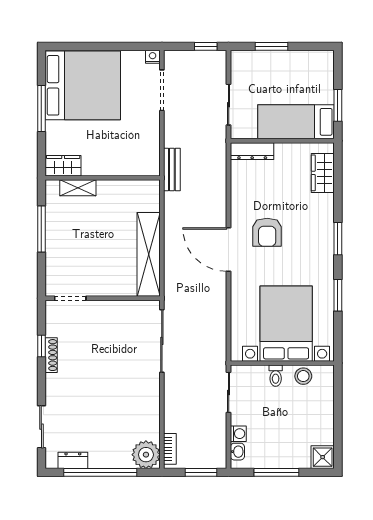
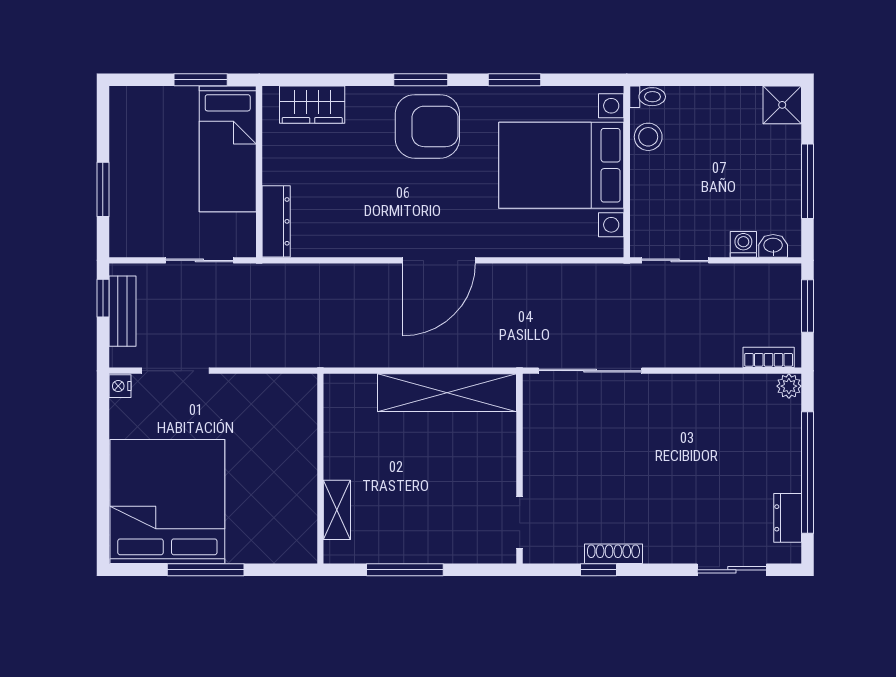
wardrobe: (63, 166) -> (300, 534), removed
bench: (172, 170) -> (123, 311), moved, turned 90
armchair: (267, 232) -> (427, 126), moved, width x1.36, depth x1.36
toilet: (276, 376) -> (648, 97), moved
plant: (146, 455) -> (789, 386), width x0.53, depth x0.53

